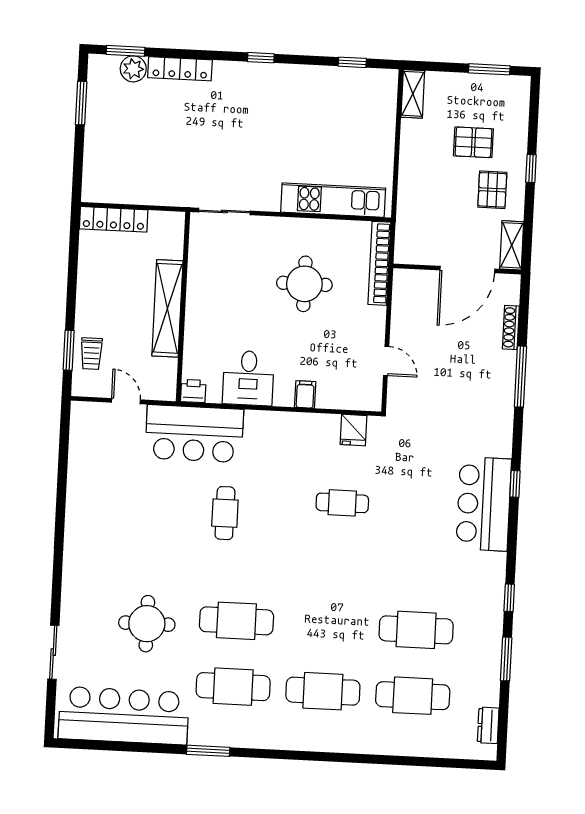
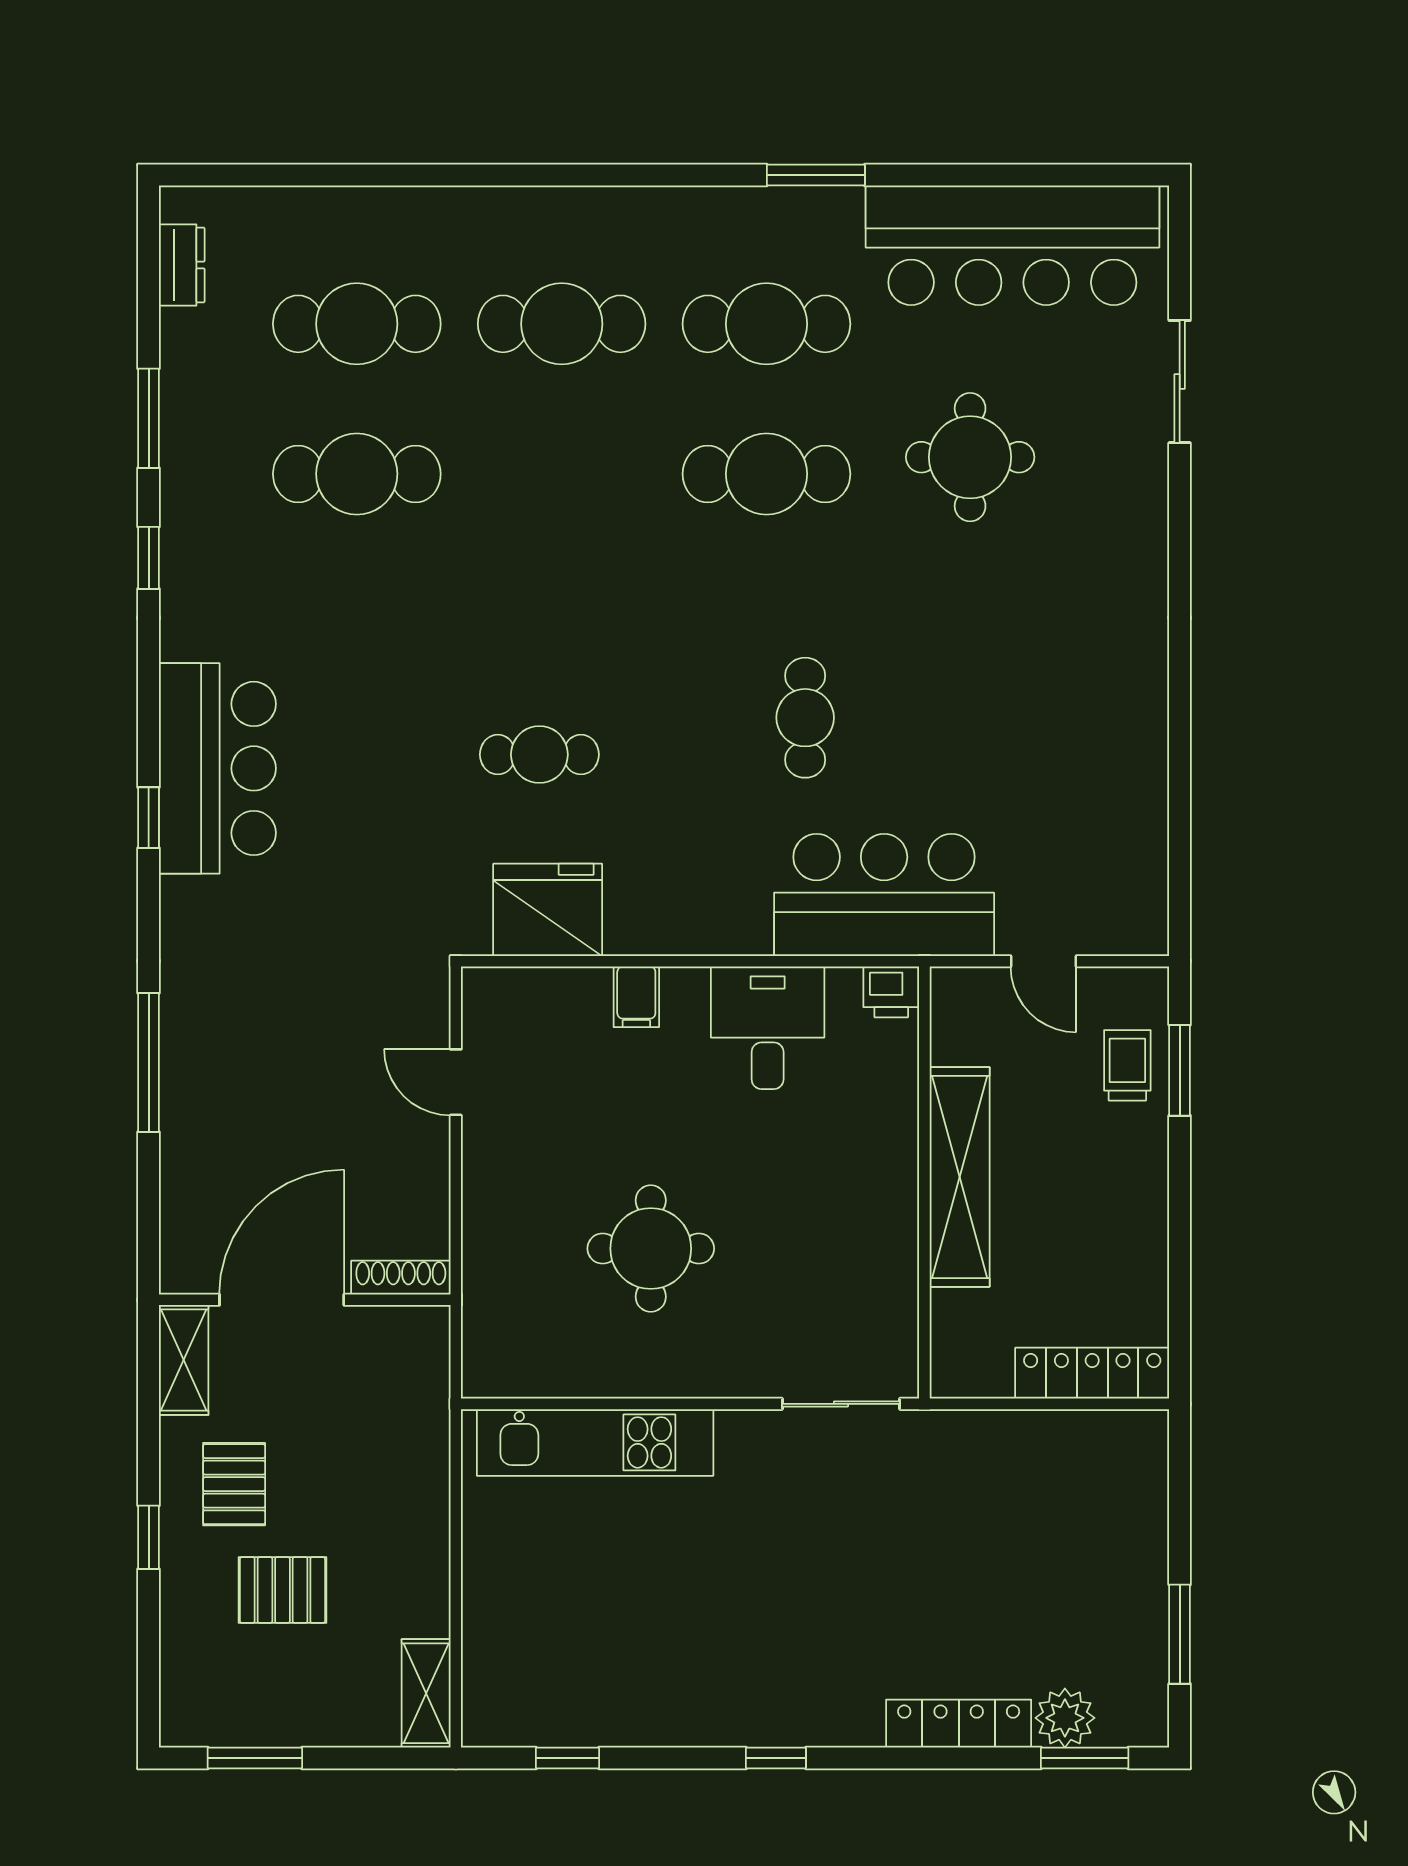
bookcase: (379, 263) -> (482, 1304), removed
shoe rack: (511, 327) -> (401, 1278), moved, turned -90
fridge: (354, 430) -> (548, 910), width x1.88, depth x1.34

